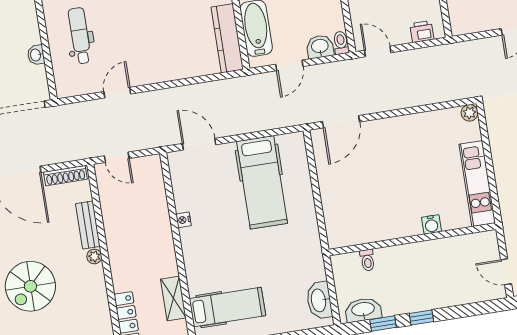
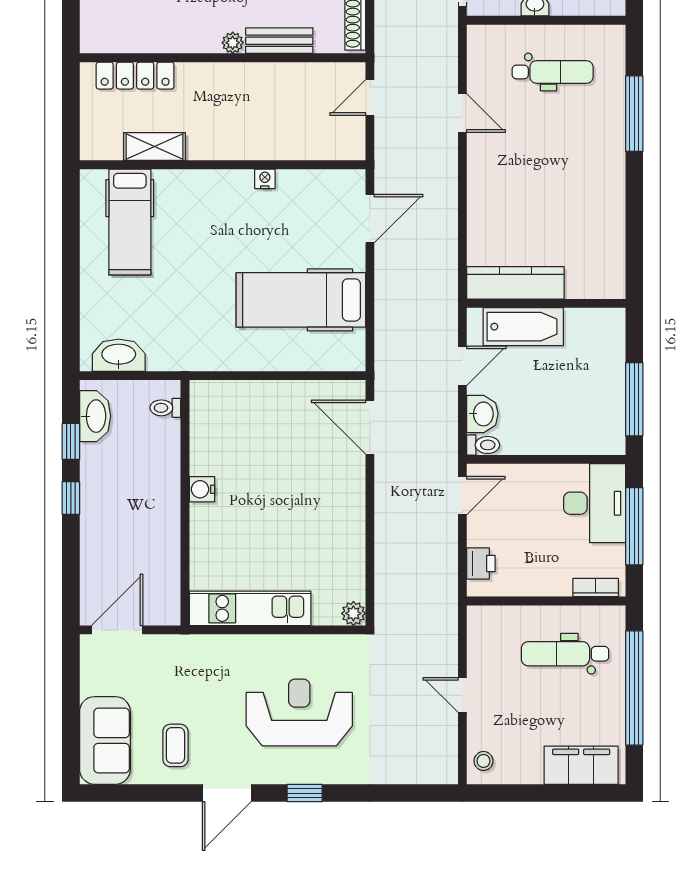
door: (289, 65) -> (462, 366), swing flipped
water cooler: (431, 224) -> (202, 489), moved
toilet: (367, 260) -> (165, 408), moved
door: (506, 272) -> (117, 630), width x1.38

